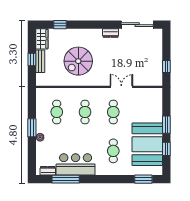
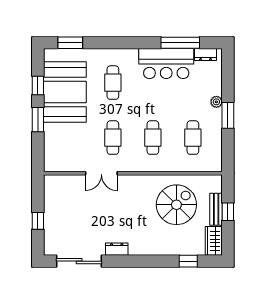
spiral stairs: (78, 61) -> (176, 205), moved
window: (166, 67) -> (38, 221), moved

